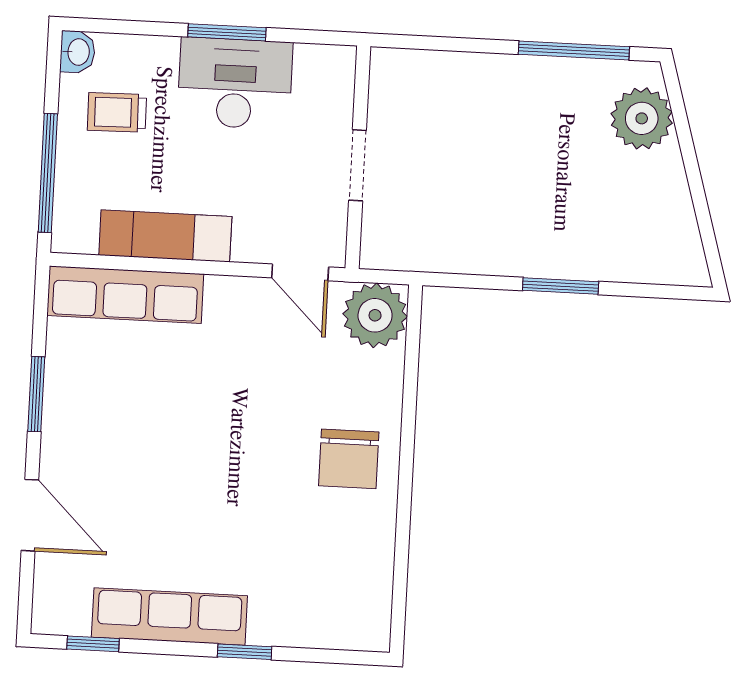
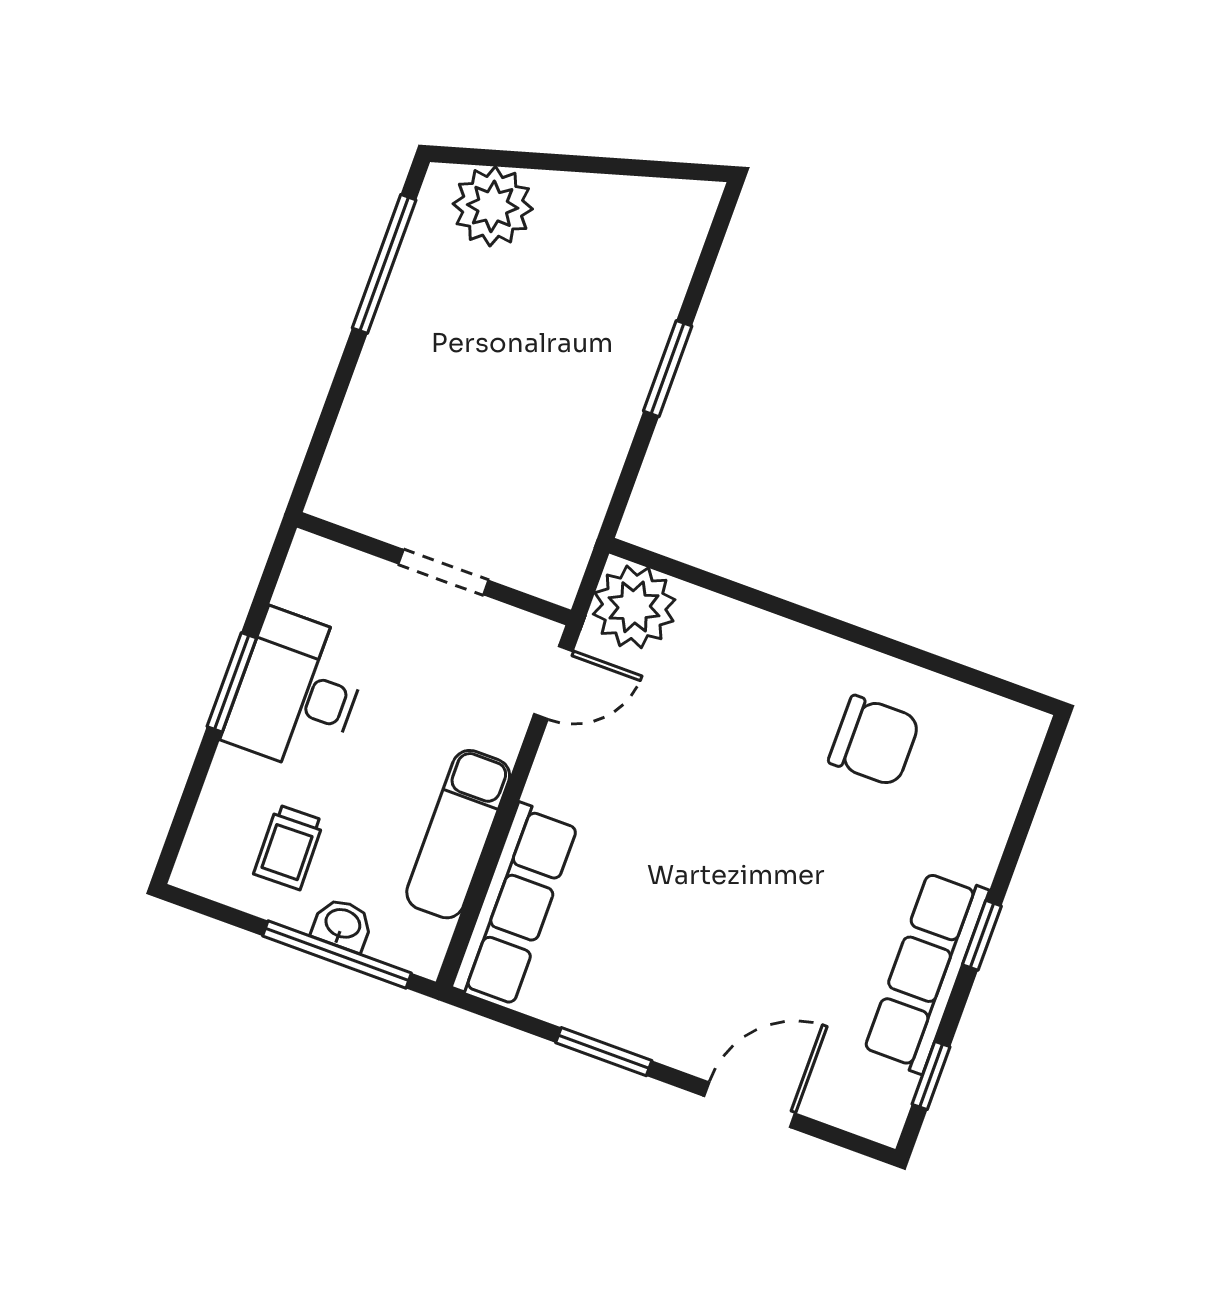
washbasin: (78, 52) -> (342, 925), moved
chair: (349, 459) -> (874, 741), moved
window: (245, 652) -> (982, 935), moved

